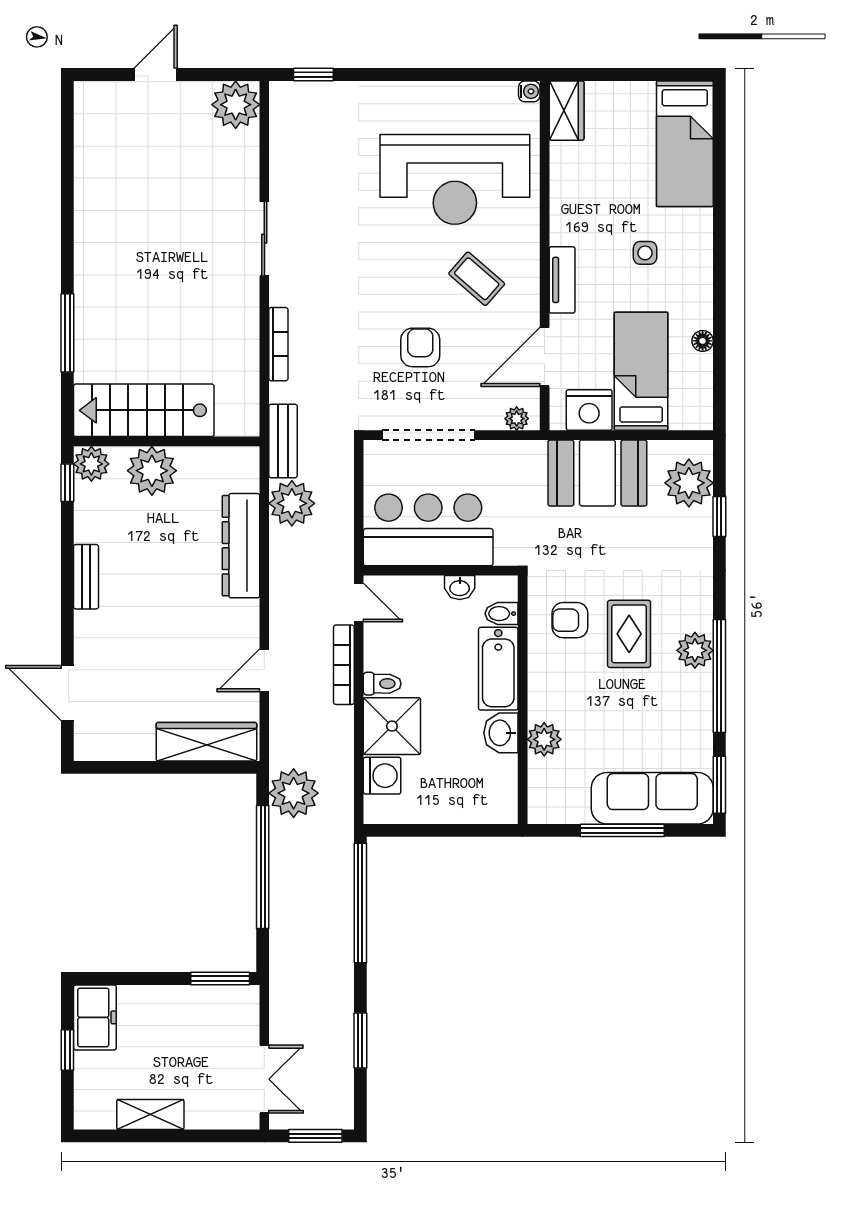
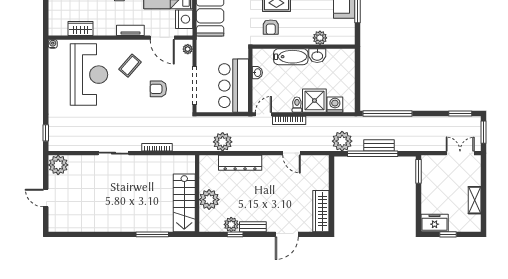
wardrobe: (567, 111) -> (81, 29), moved
bench: (283, 441) -> (379, 145), moved
plant: (91, 464) -> (231, 224), moved
window: (67, 483) -> (235, 234), moved
bidet: (501, 614) -> (268, 55), removed
door: (67, 693) -> (287, 234), moved
wardrobe: (206, 742) -> (321, 211), moved
window: (360, 1040) -> (460, 114), moved

